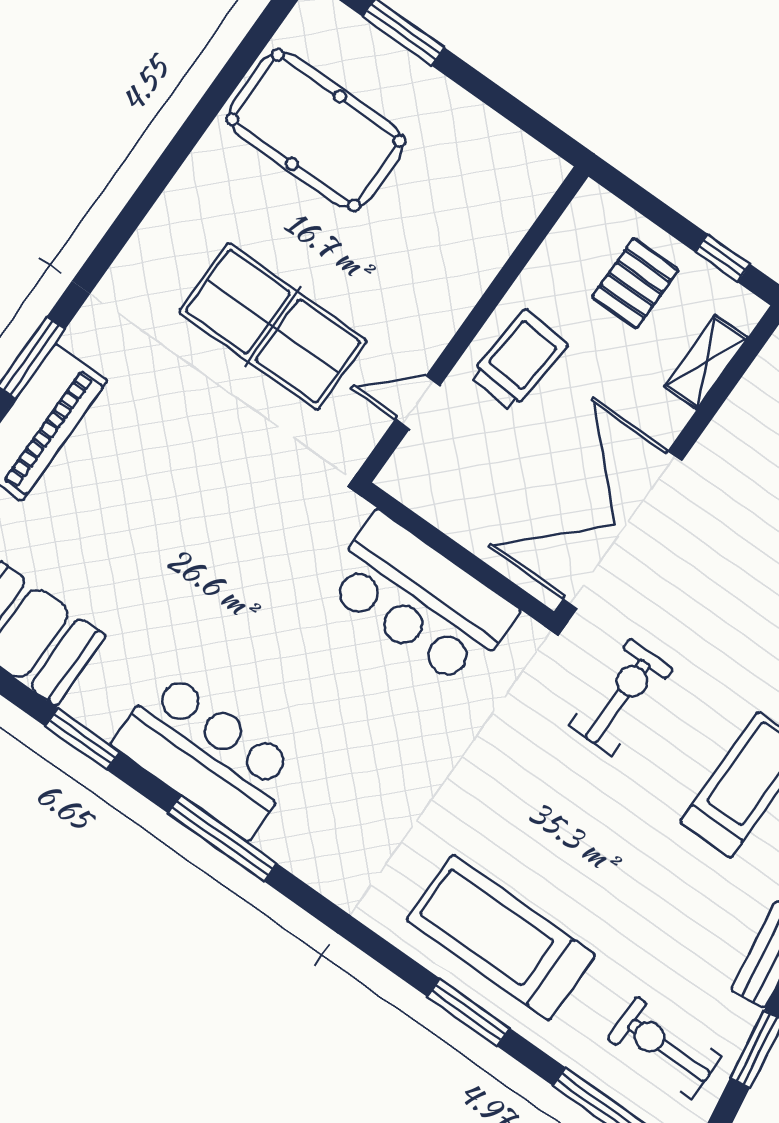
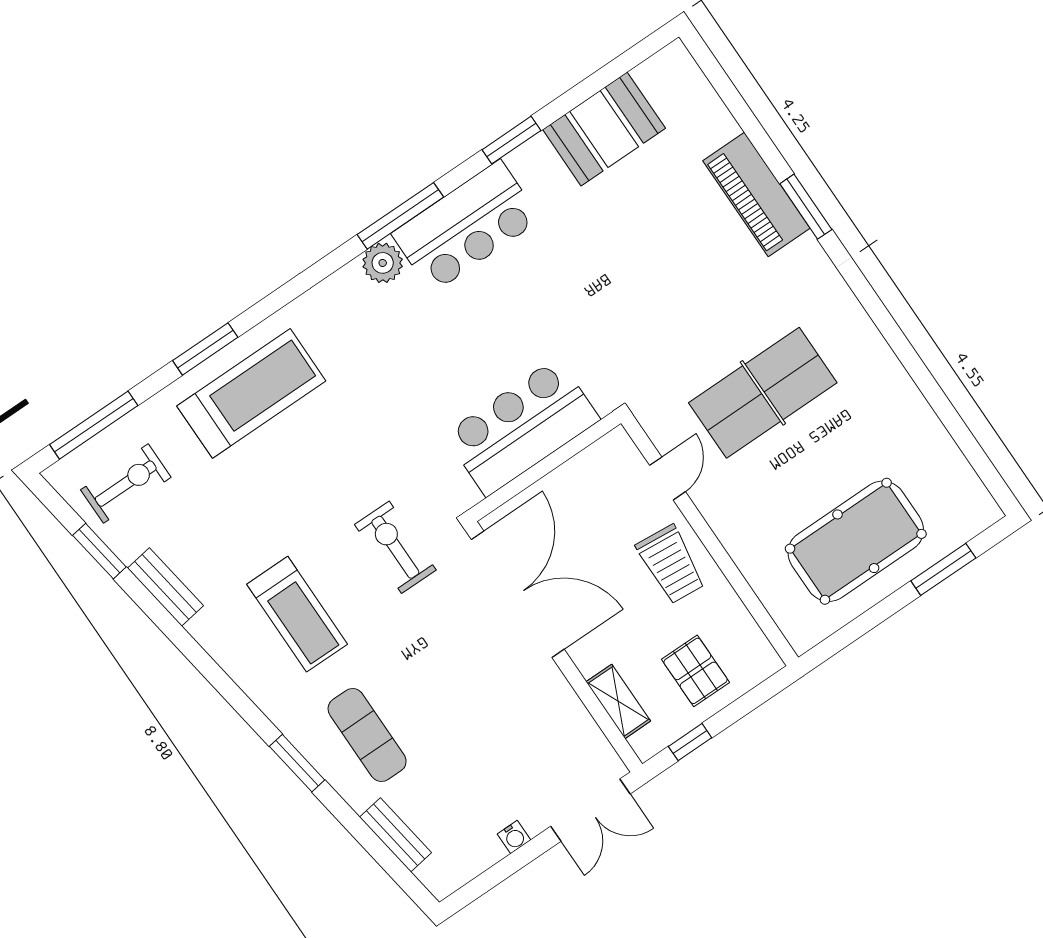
pool table: (316, 130) -> (856, 541), moved
exercise bike: (621, 697) -> (395, 547), turned 180
plant: (287, 839) -> (383, 263), added

